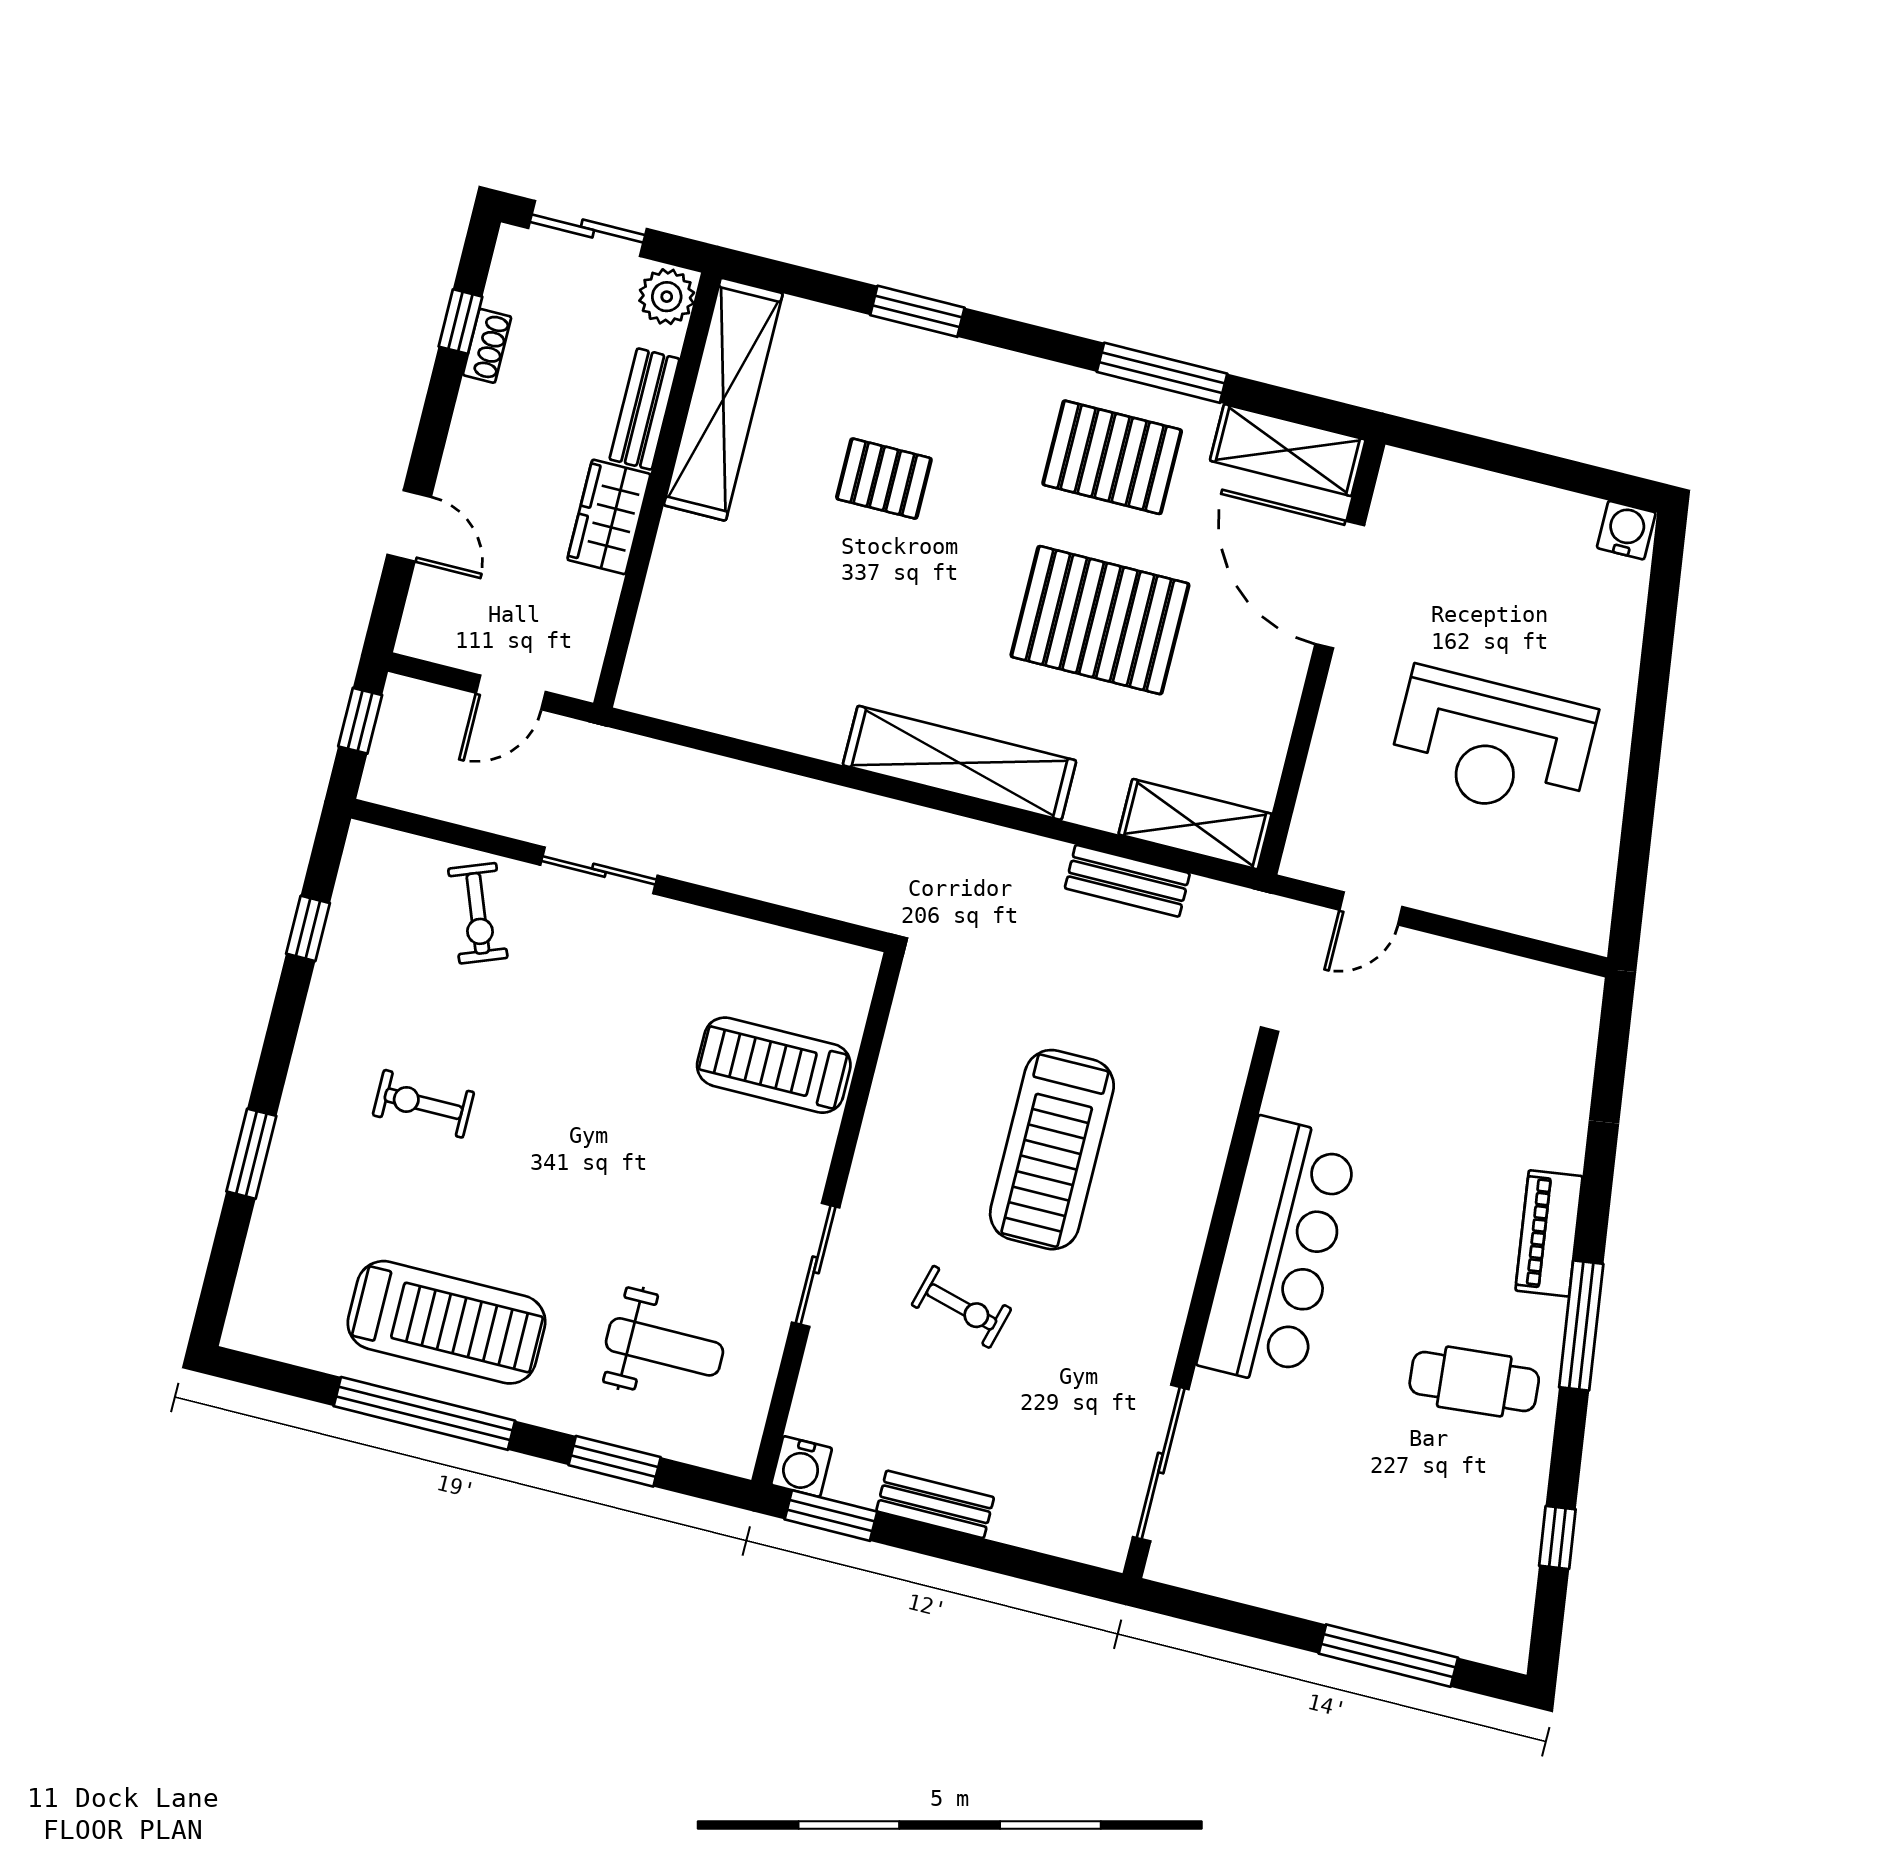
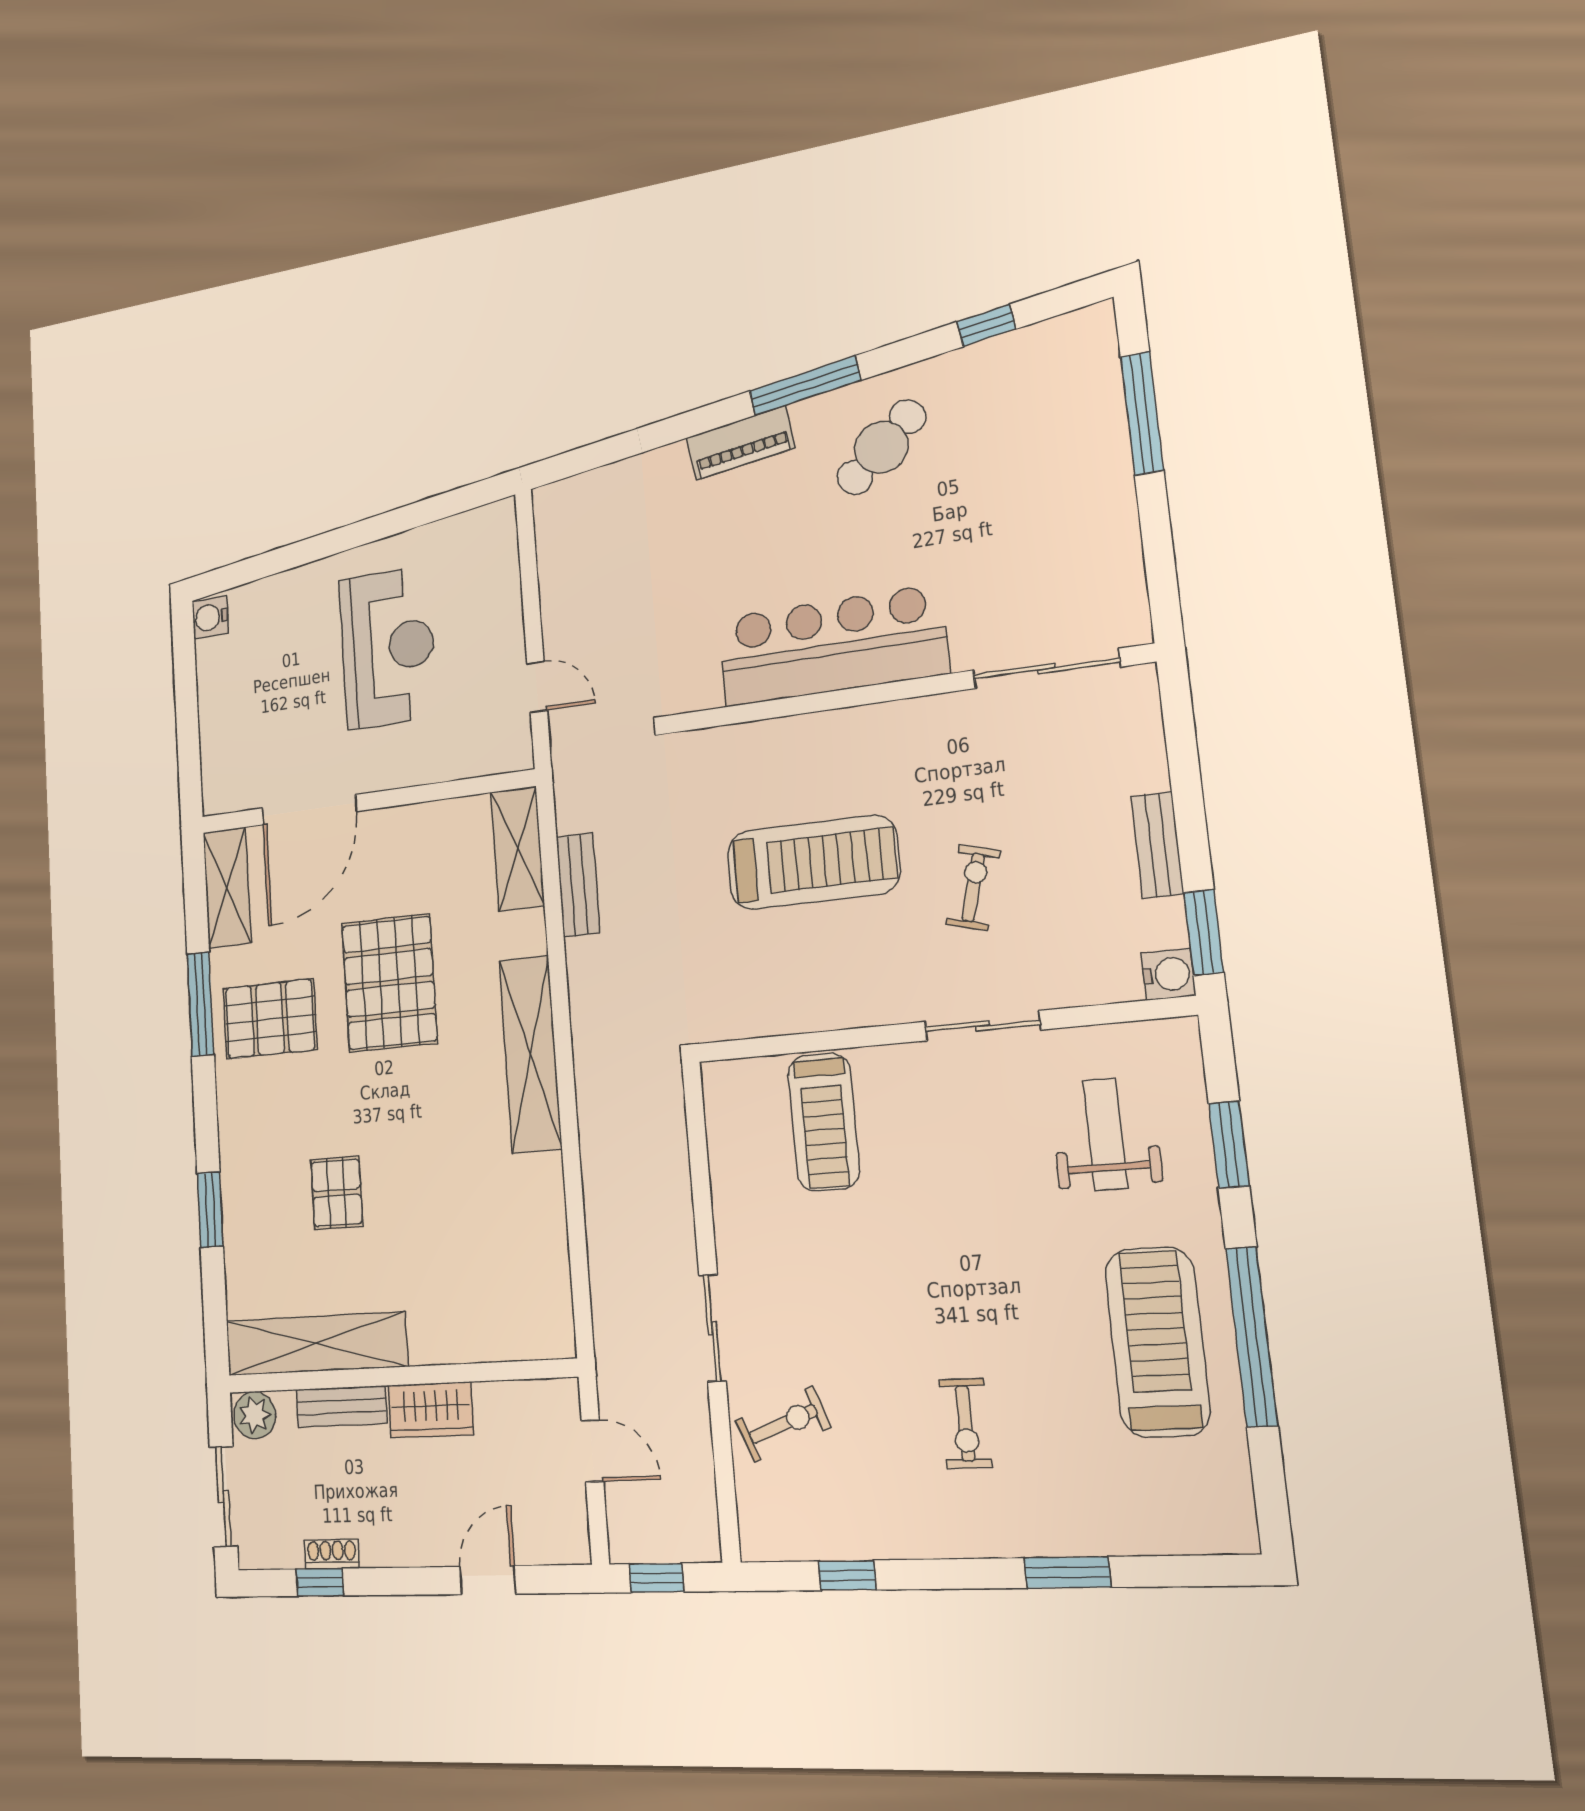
pallet: (1112, 457) -> (270, 1019), turned 90
cafe table: (1474, 1382) -> (881, 447), turned 53

